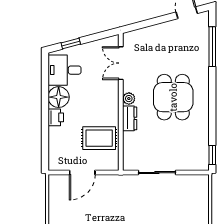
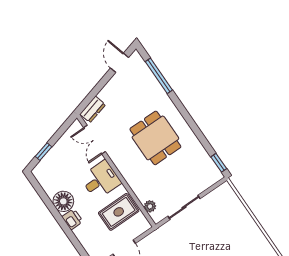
desk: (64, 70) -> (101, 180), moved, turned 180
plant: (129, 99) -> (150, 206), moved
dresser: (130, 118) -> (93, 109), moved, turned 75

